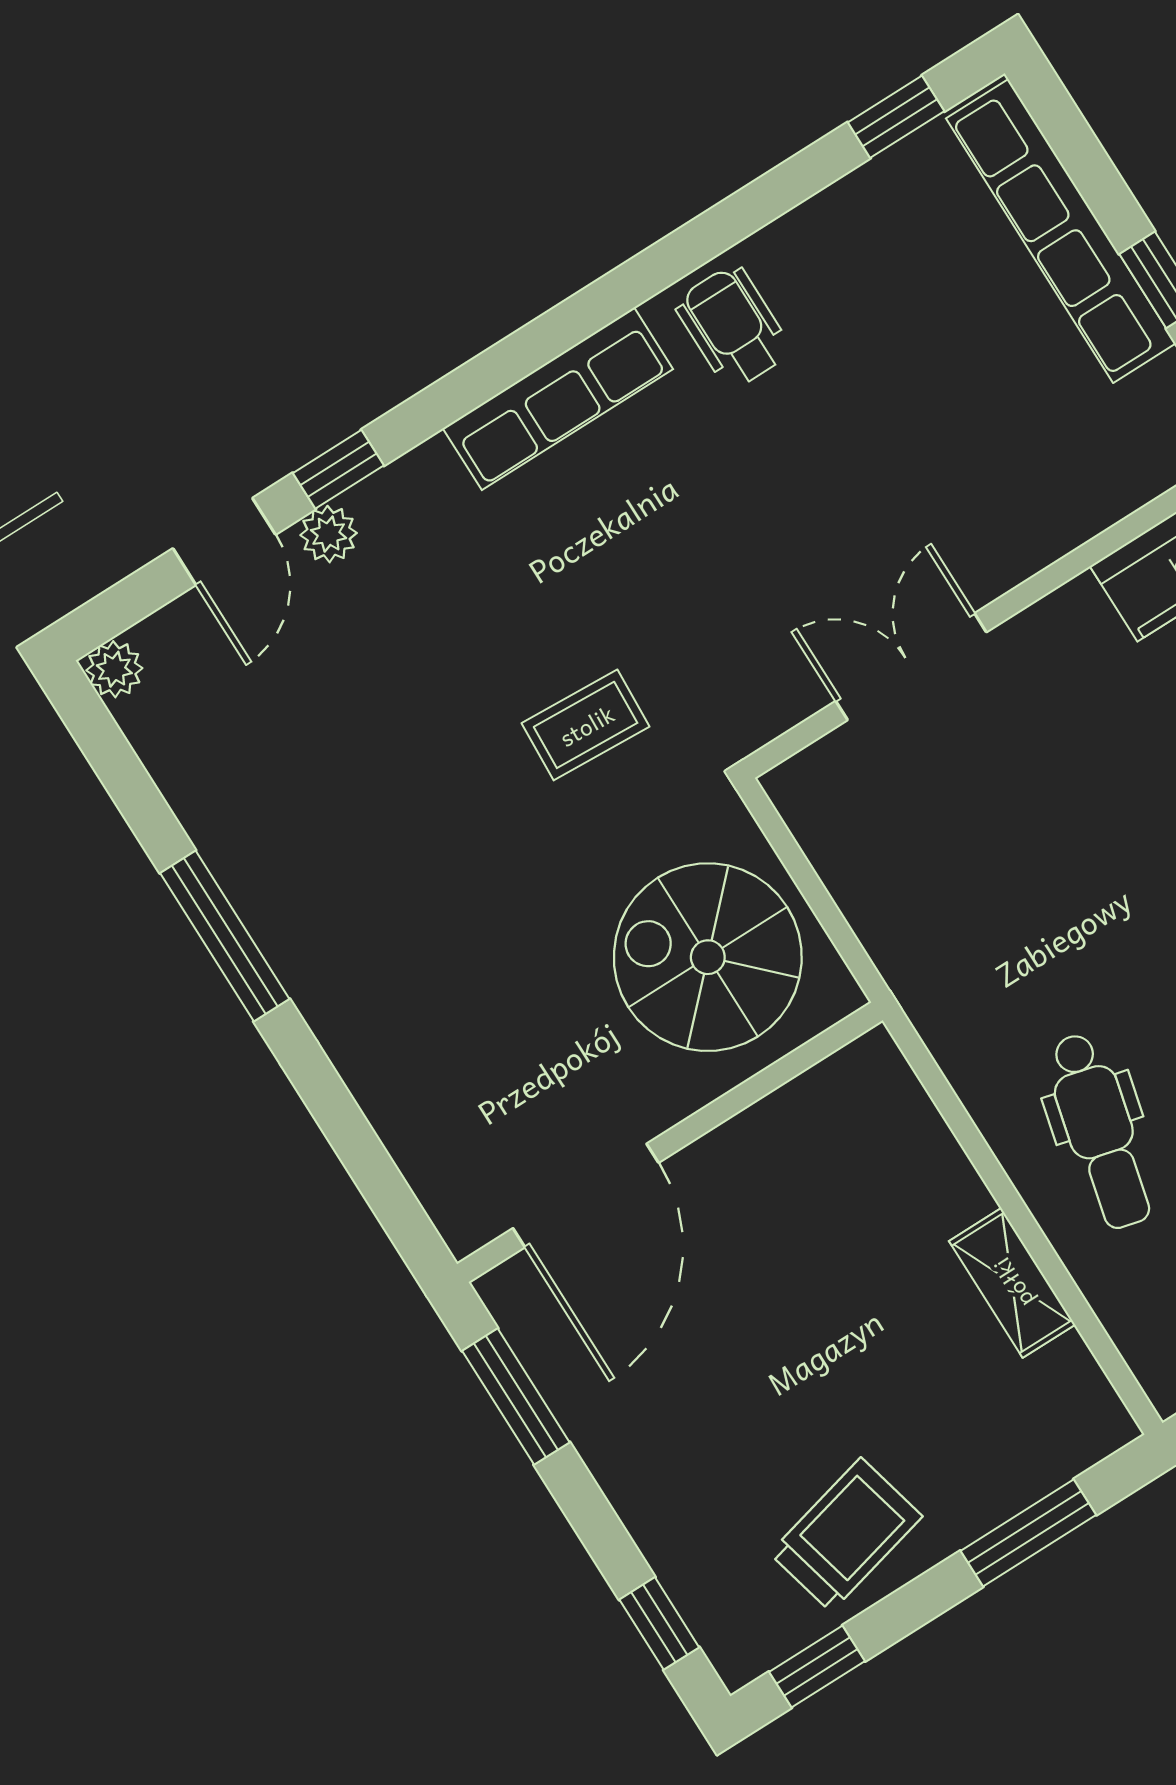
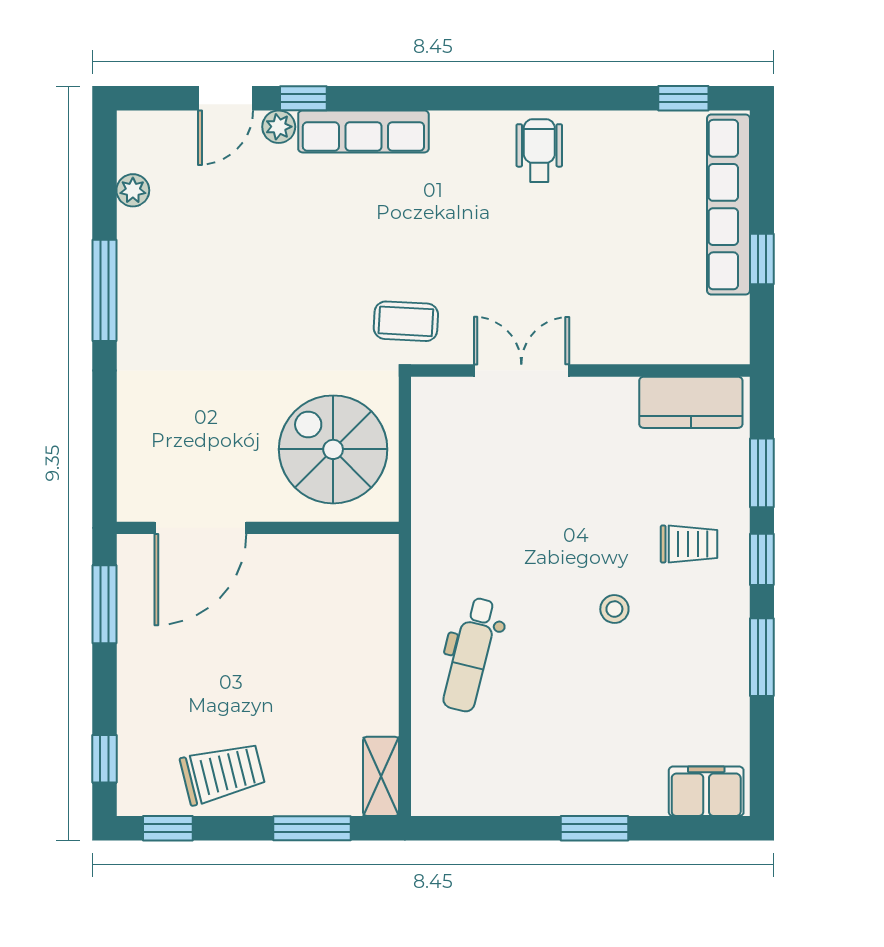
row of seats: (558, 399) -> (363, 131), moved
plant: (114, 669) -> (133, 190), moved
coffee table: (586, 725) -> (406, 321), moved
shelving: (1012, 1283) -> (381, 776), moved

